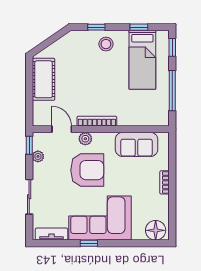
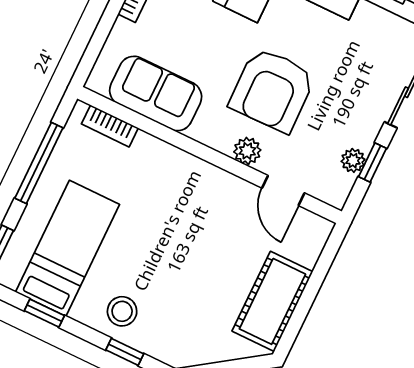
bookcase: (97, 121) -> (110, 126), moved, width x0.64
window: (29, 145) -> (373, 163), moved
armchair: (87, 170) -> (272, 90), turned -91

